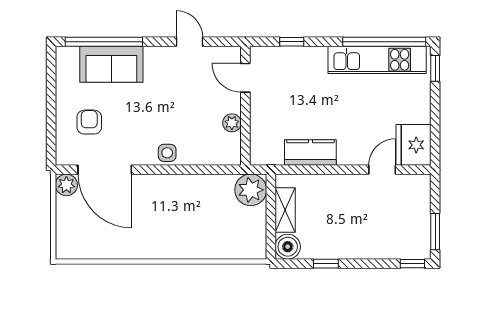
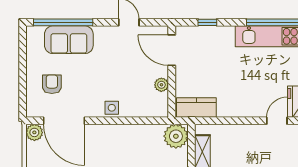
door: (245, 78) -> (172, 50), width x1.38
kitchen counter: (310, 153) -> (196, 108), moved

